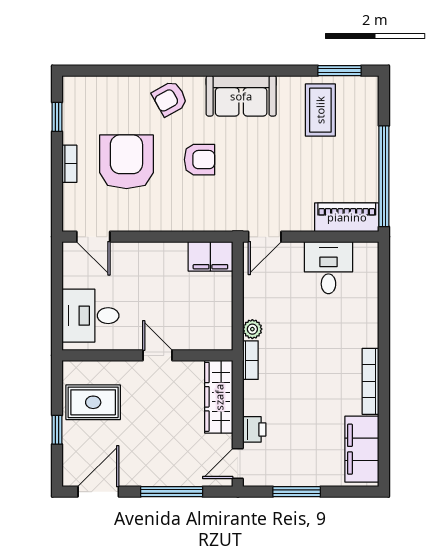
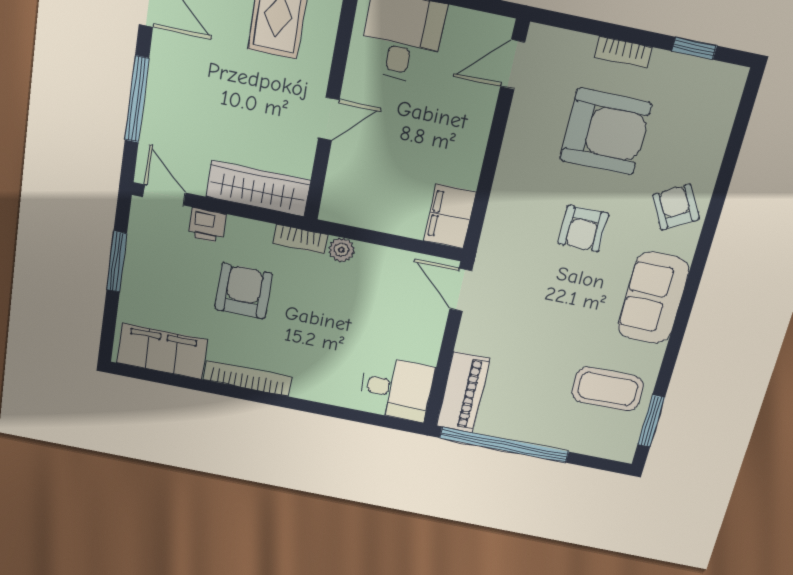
desk: (328, 268) -> (396, 389), moved
armchair: (300, 395) -> (244, 291), added

